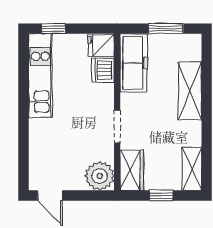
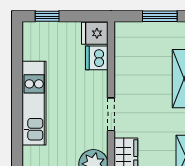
freezer: (134, 63) -> (128, 51), removed
kitchen unit: (40, 76) -> (34, 103), moved

